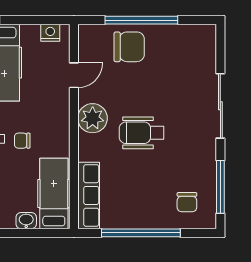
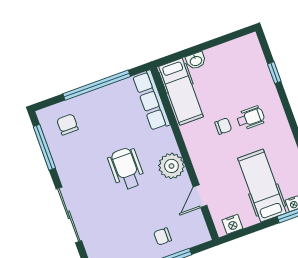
chair: (129, 47) -> (162, 236), width x0.54, depth x0.54
wheelchair: (142, 133) -> (126, 169), turned -90

